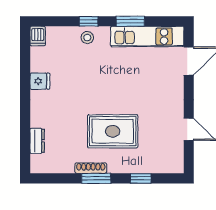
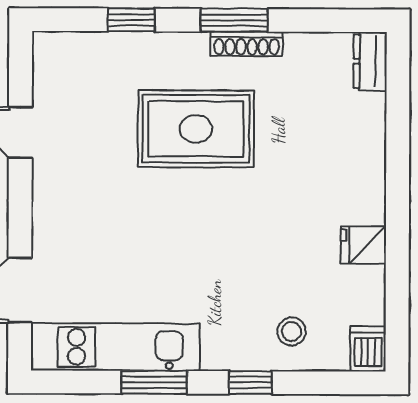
stool: (87, 37) -> (292, 332), moved
dresser: (37, 141) -> (370, 61), moved

